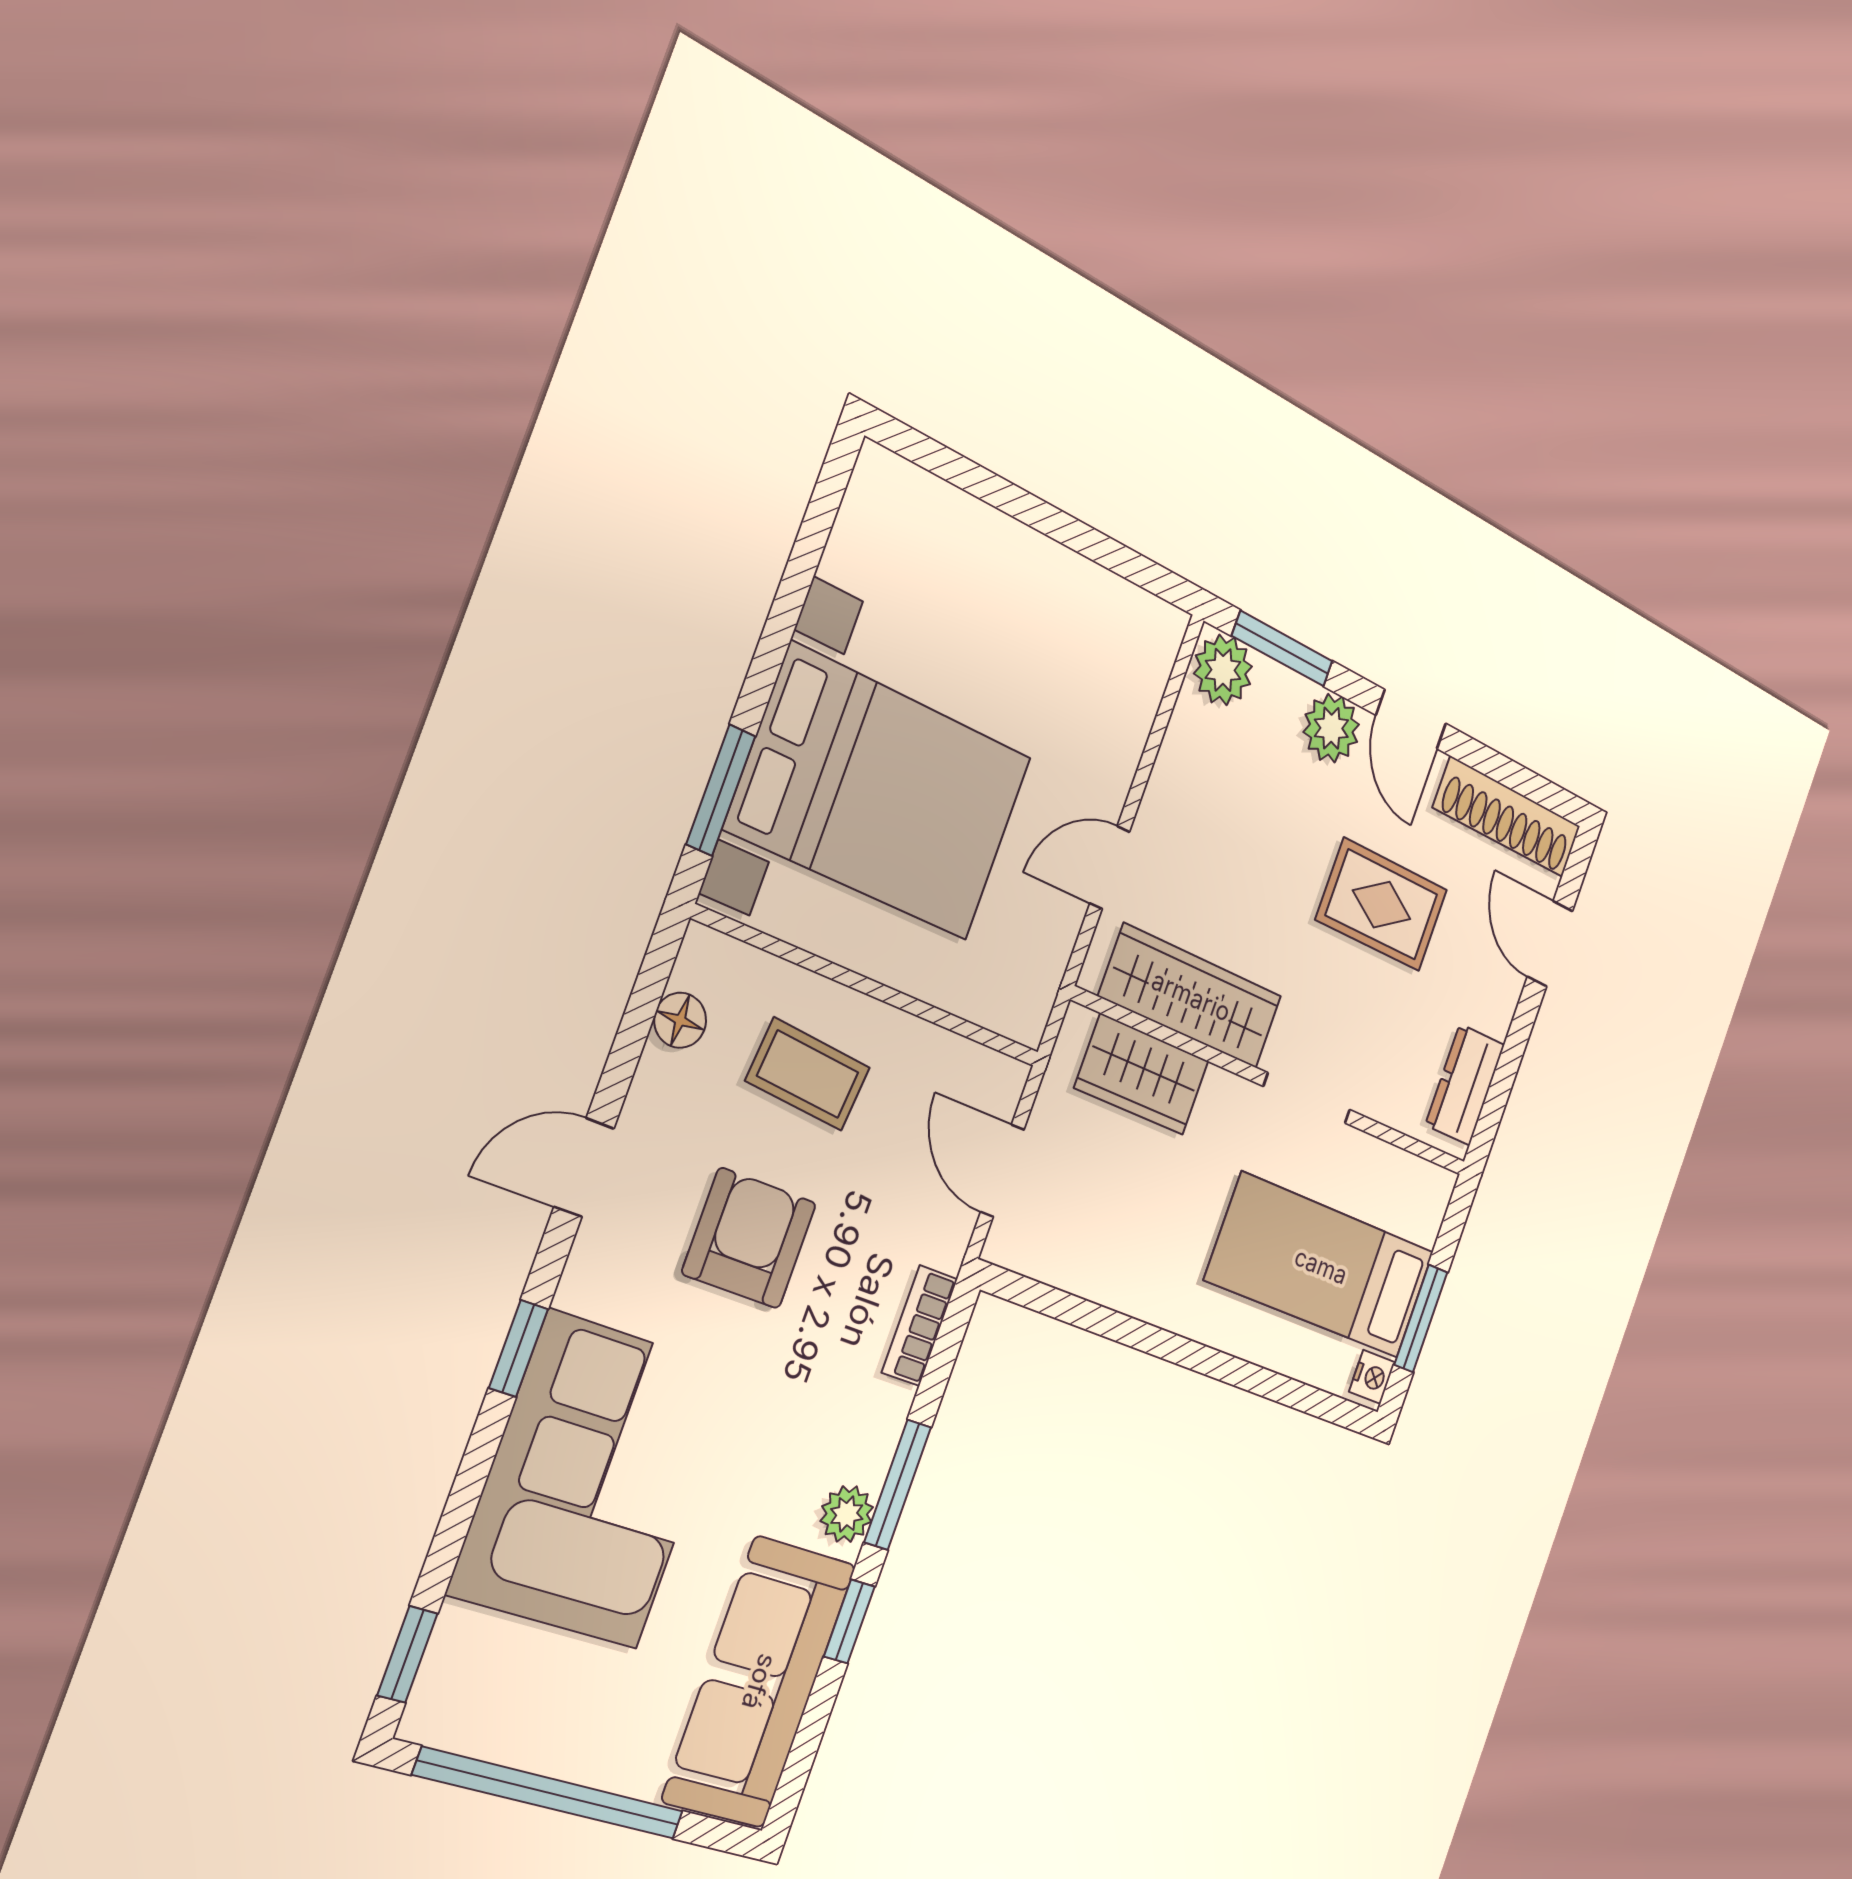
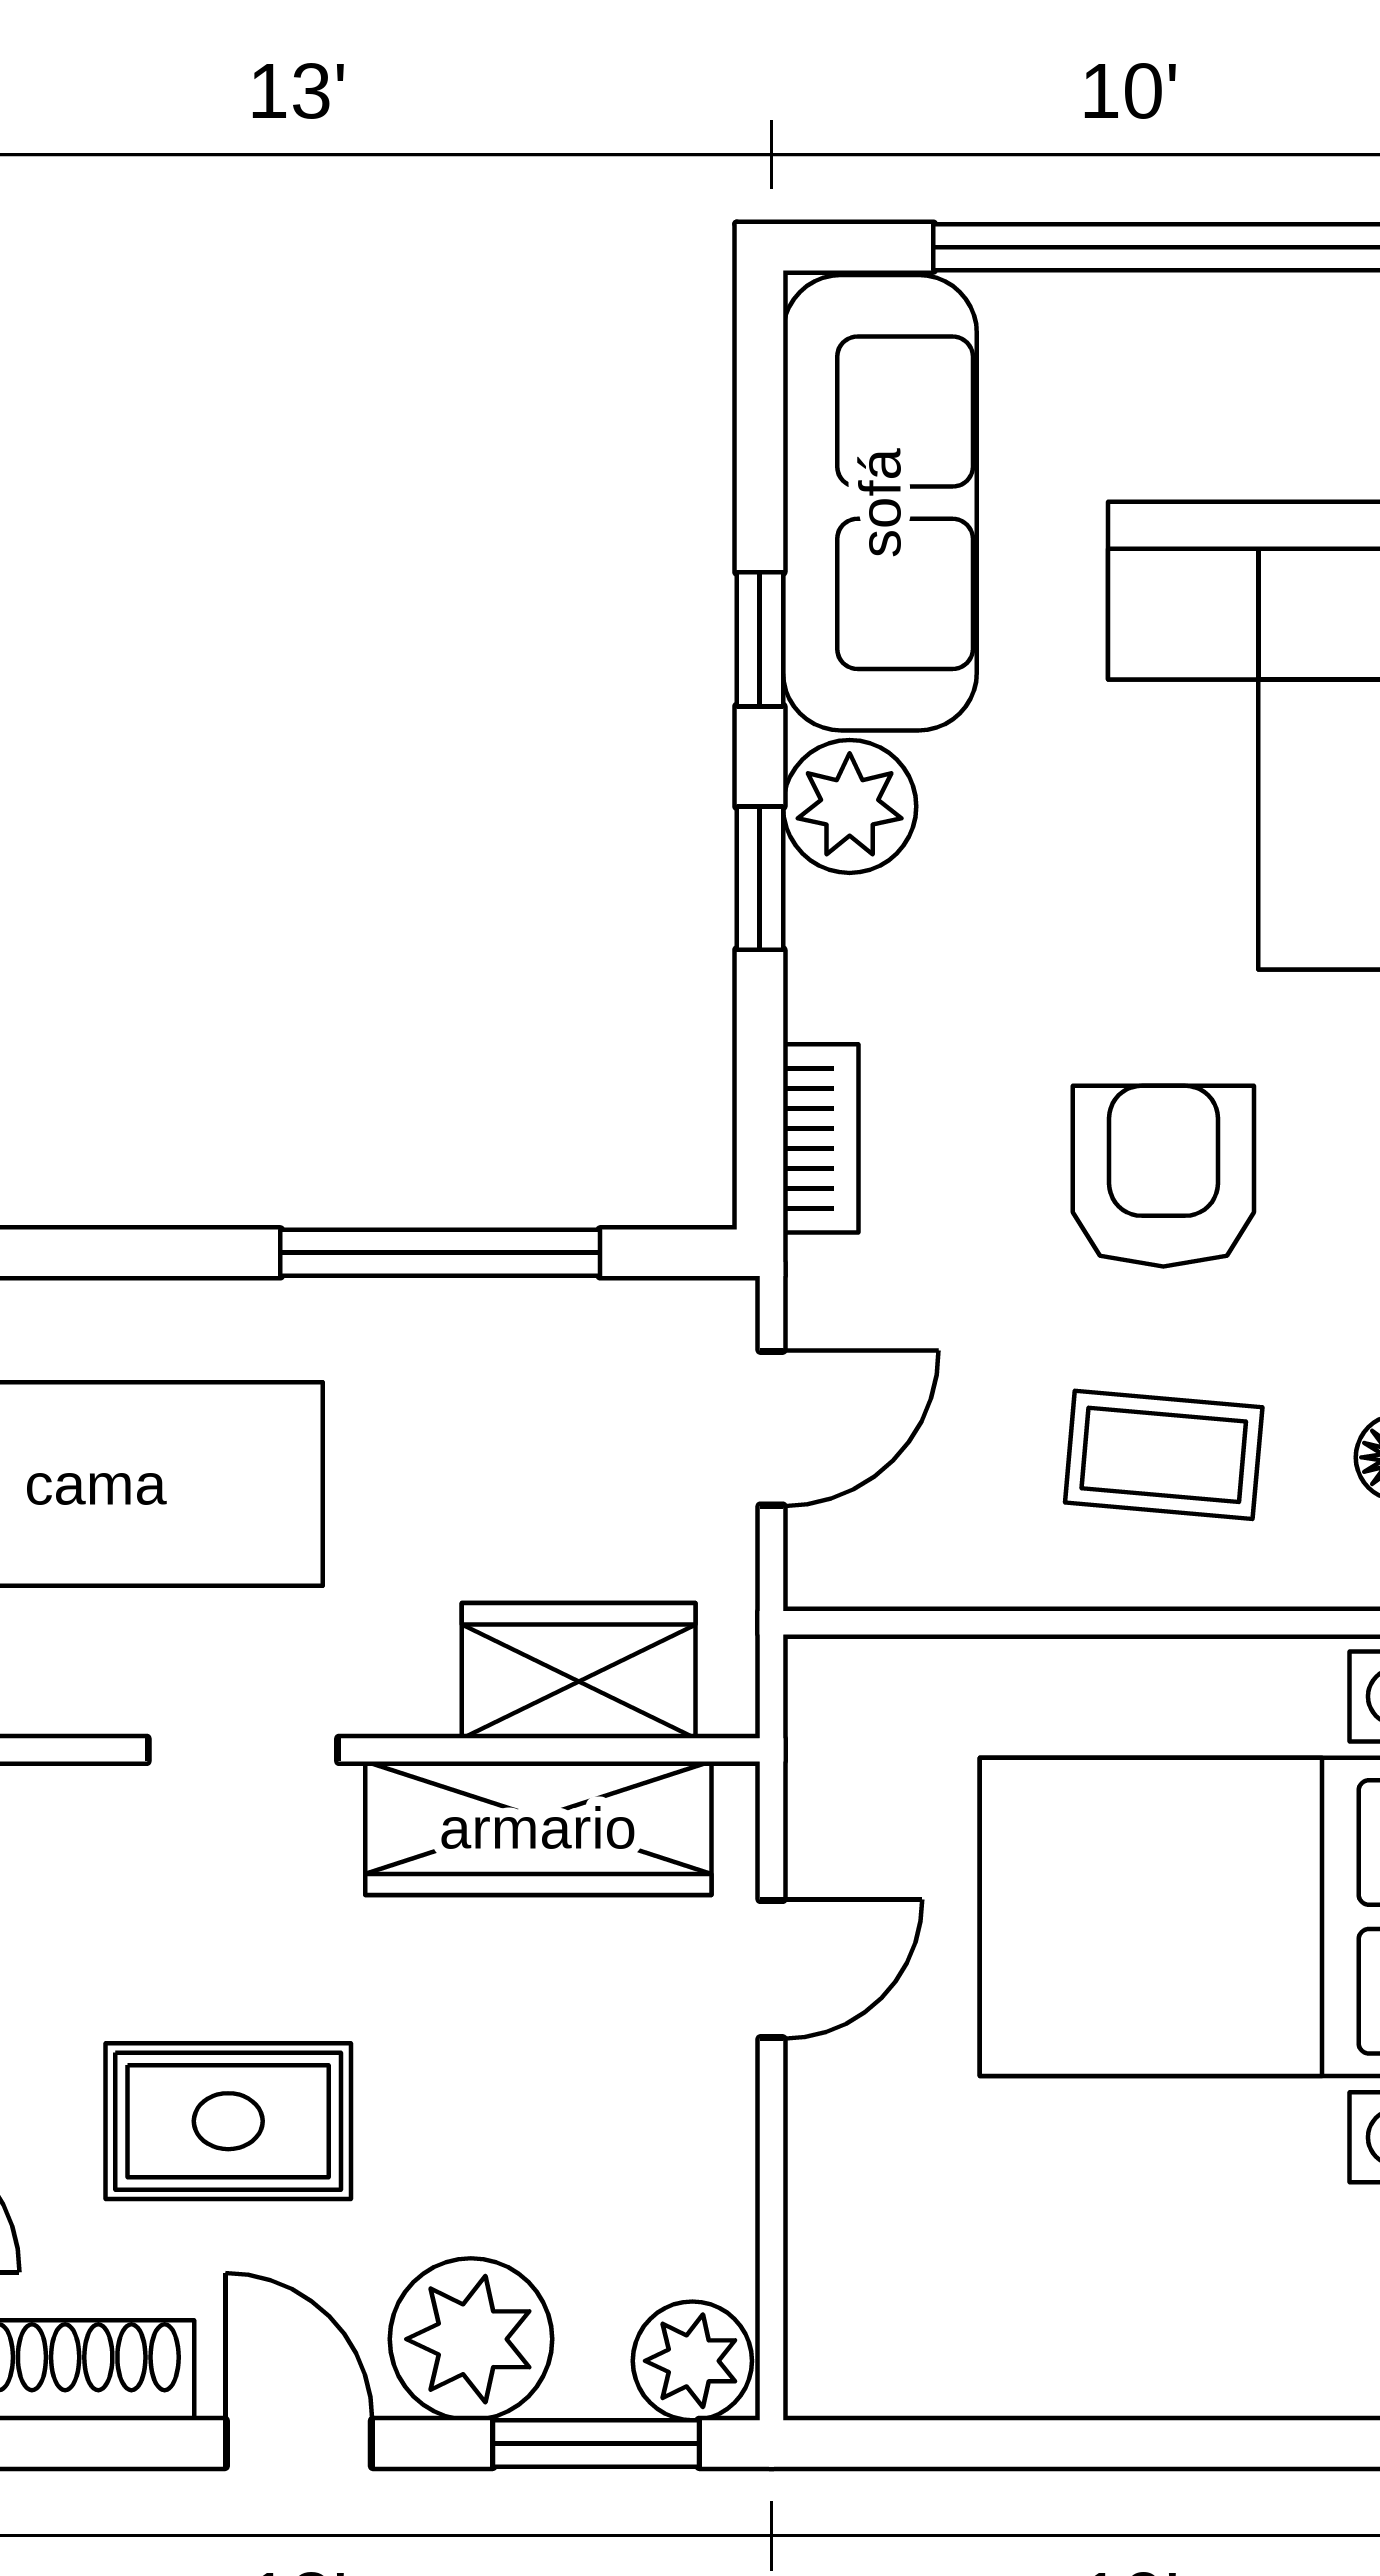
plant: (1331, 728) -> (471, 2339), width x1.36, depth x1.36
door: (1002, 1171) -> (771, 1428), hinge flipped
armchair: (749, 1238) -> (1163, 1176), turned 180
window: (1125, 1330) -> (440, 1253), added
window: (898, 1485) -> (760, 878), width x0.67
plant: (847, 1514) -> (850, 806), width x1.38, depth x1.38

